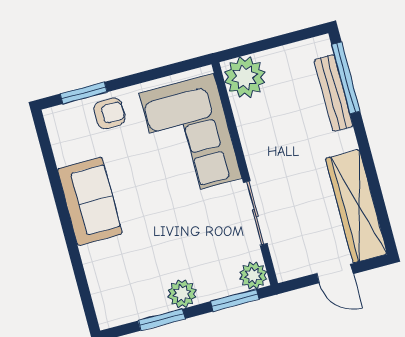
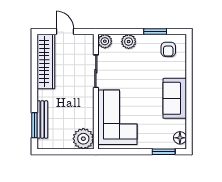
window: (346, 78) -> (34, 125), width x0.69
armchair: (110, 113) -> (168, 49), moved, turned -89
floor lamp: (59, 128) -> (180, 138), added
plant: (182, 294) -> (129, 42), moved
window: (235, 300) -> (117, 32), removed

